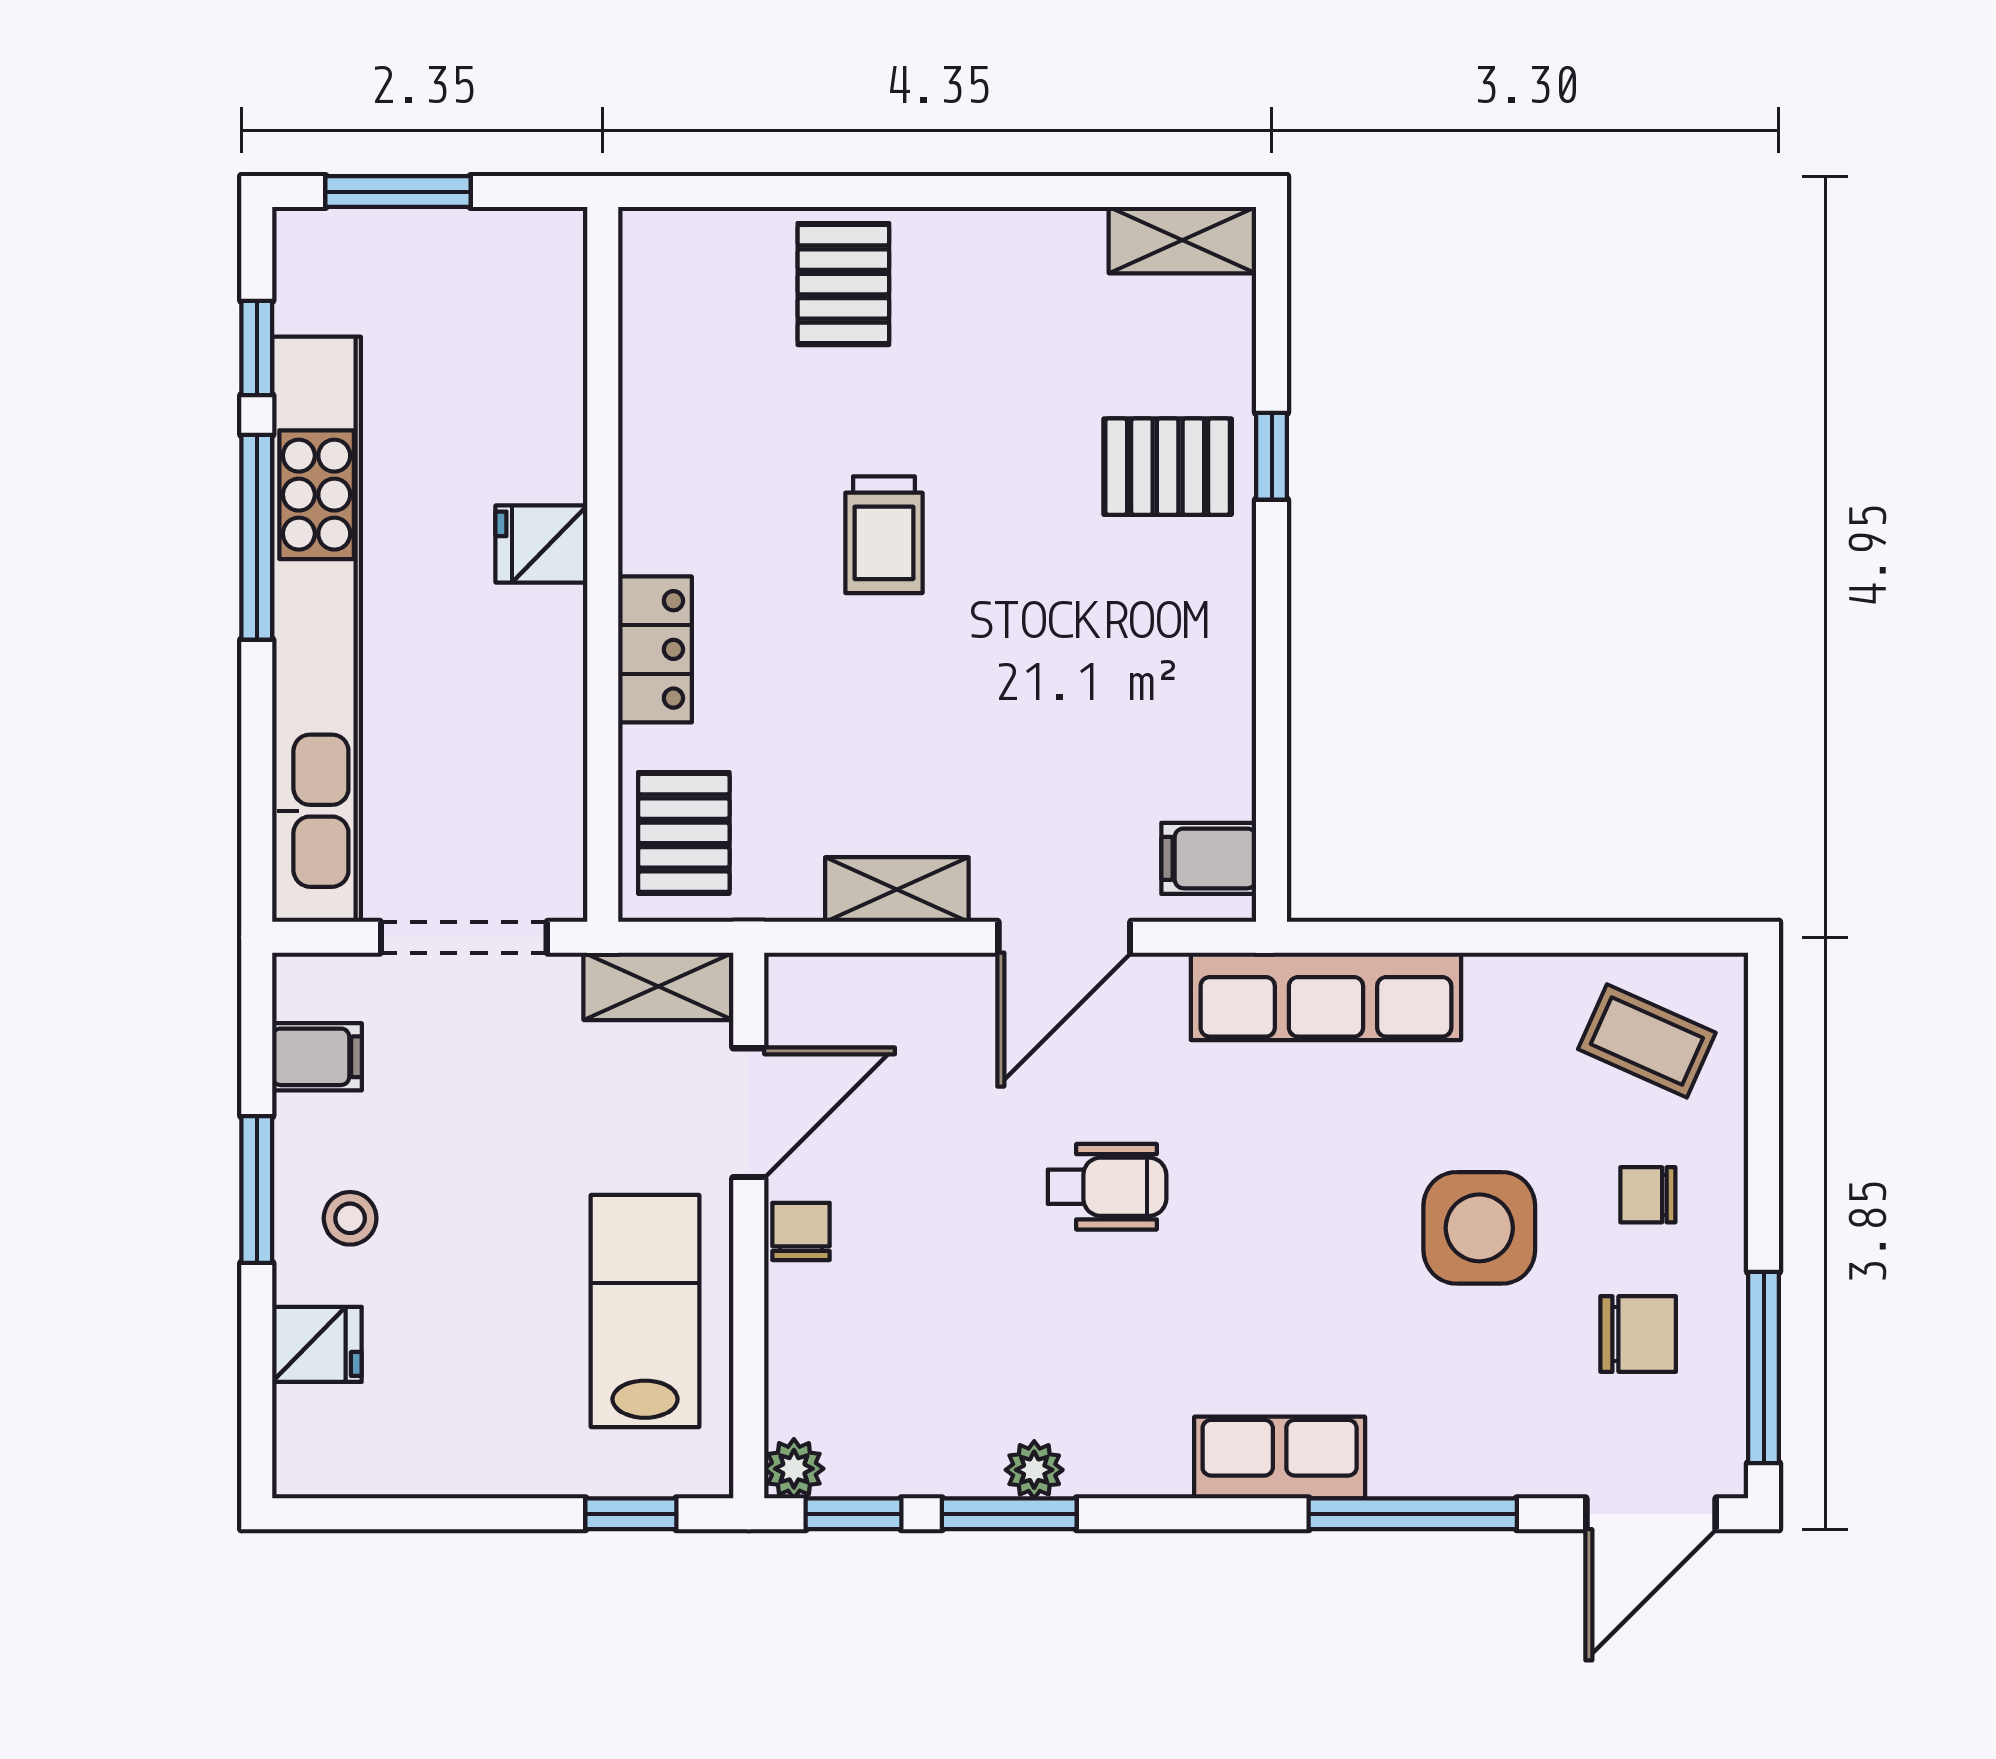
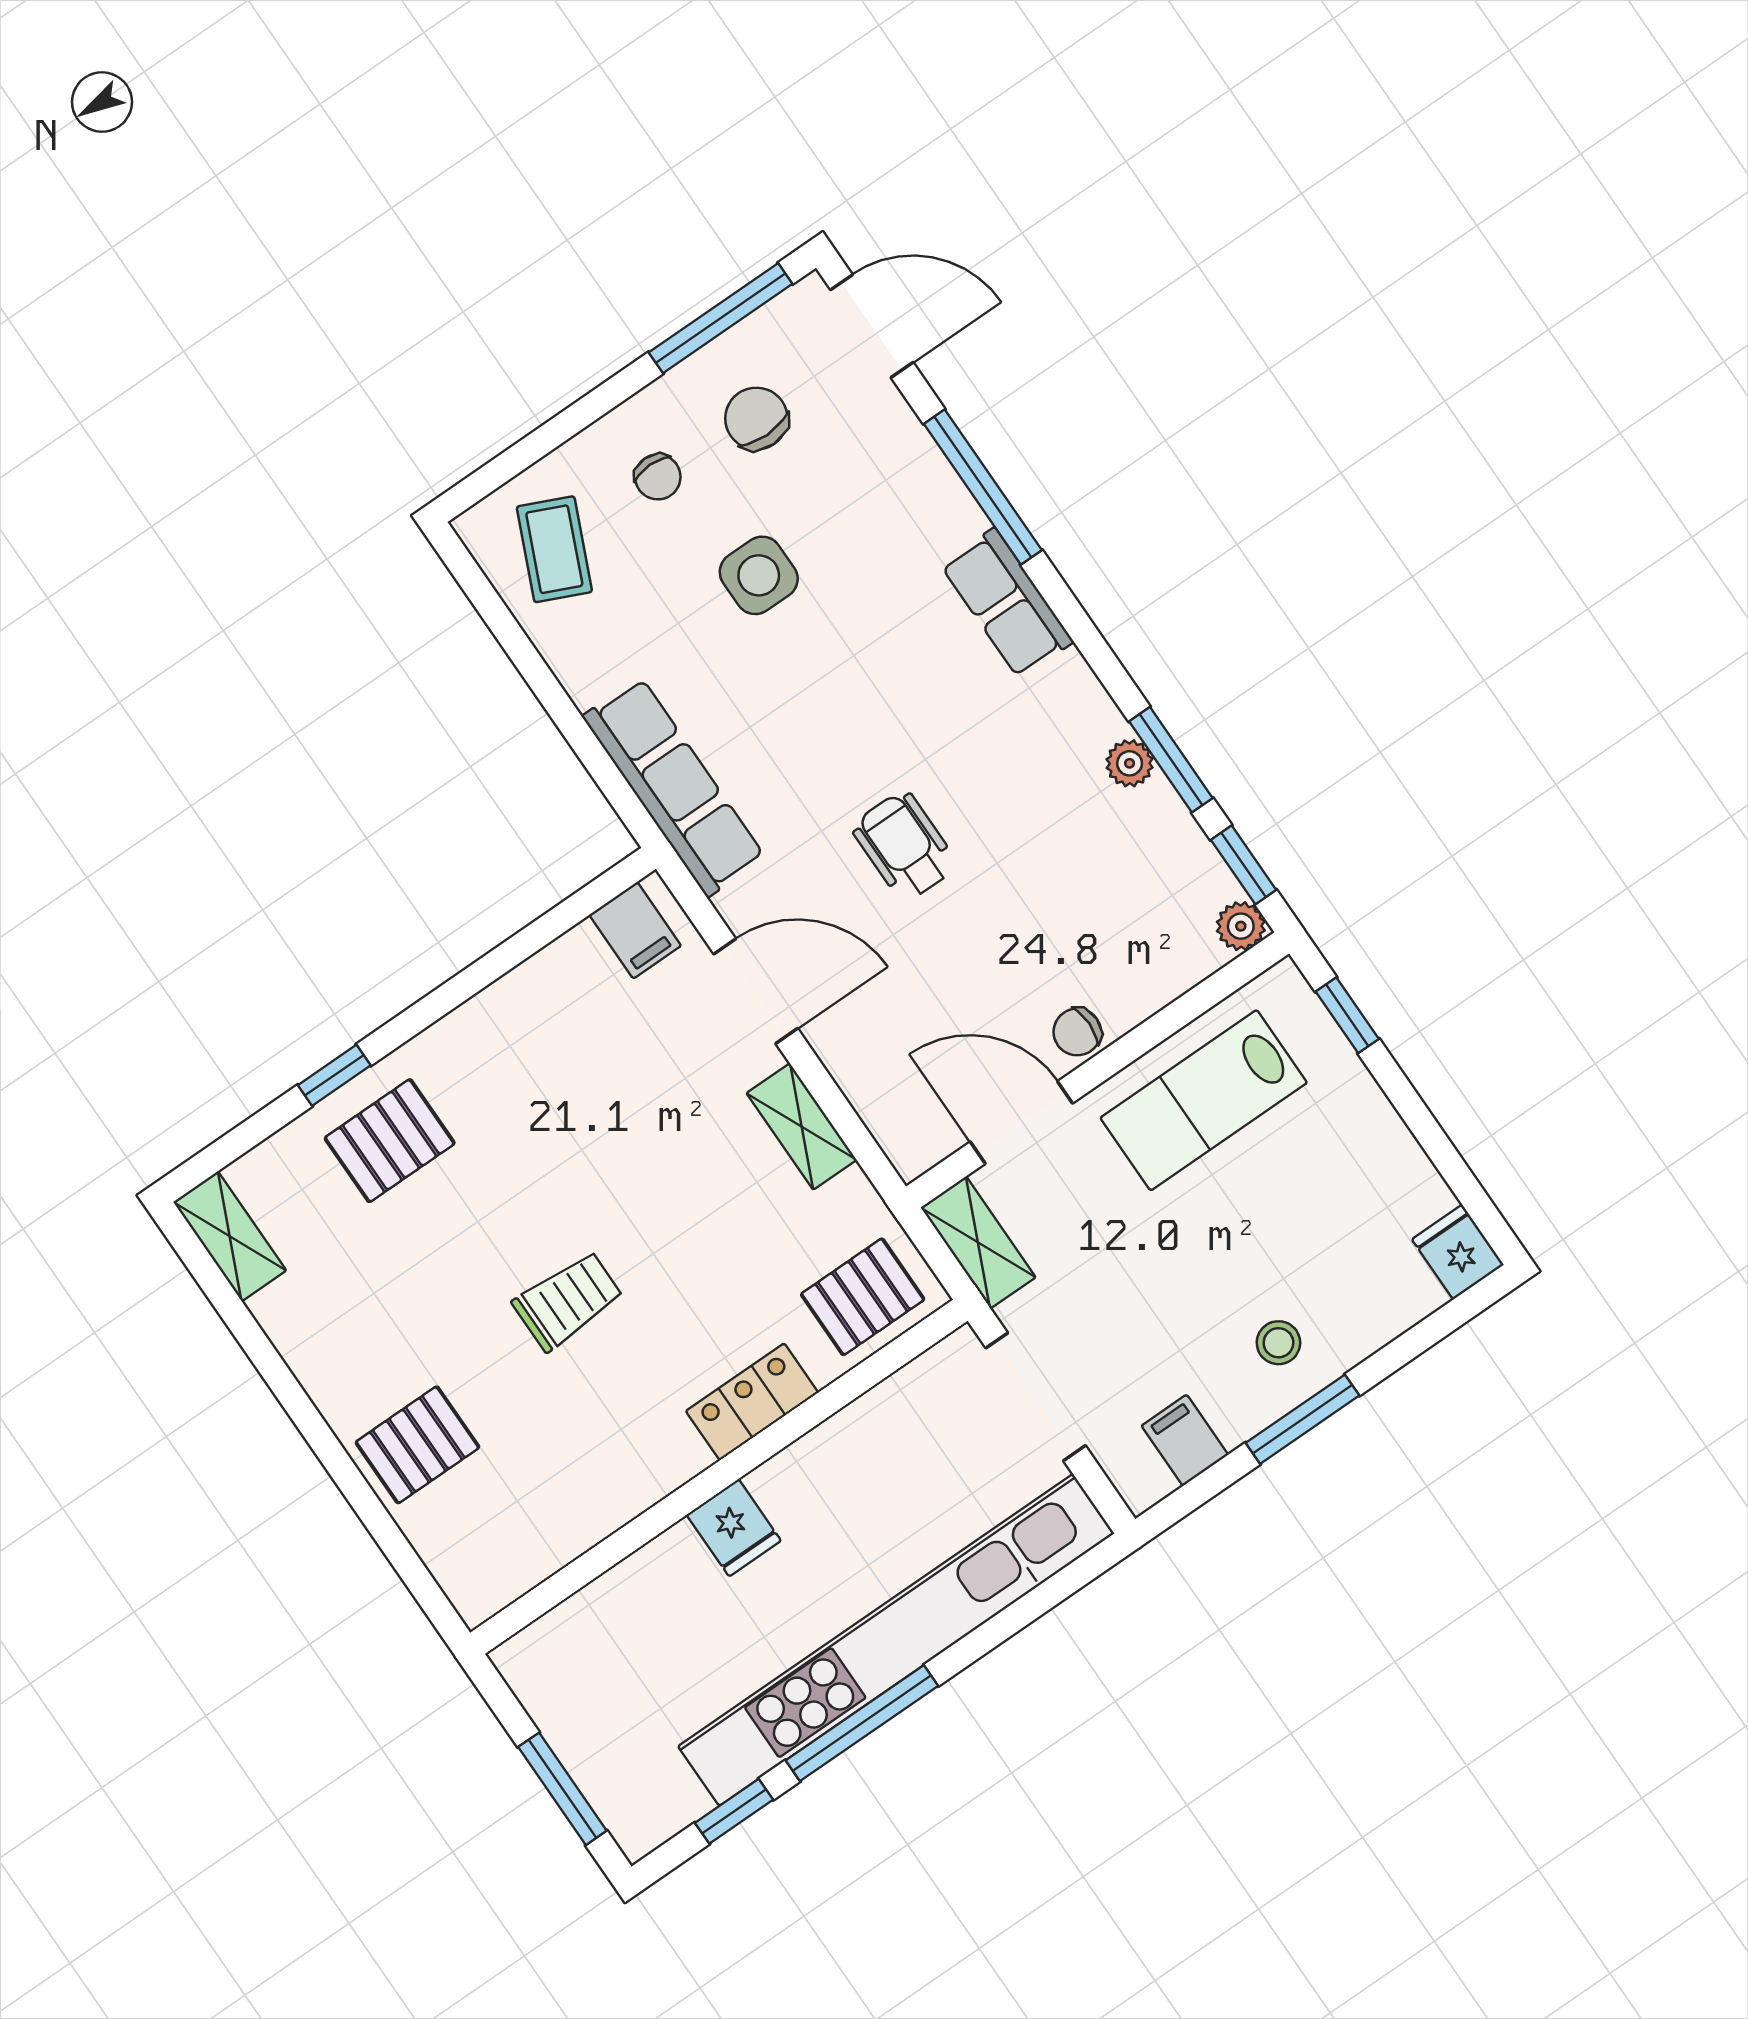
pallet: (1168, 467) -> (390, 1141), turned 90
side table: (1479, 1228) -> (759, 575), width x0.73, depth x0.73
fridge: (317, 1344) -> (1458, 1252), moved

